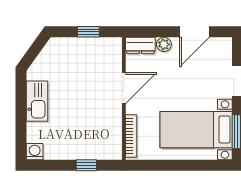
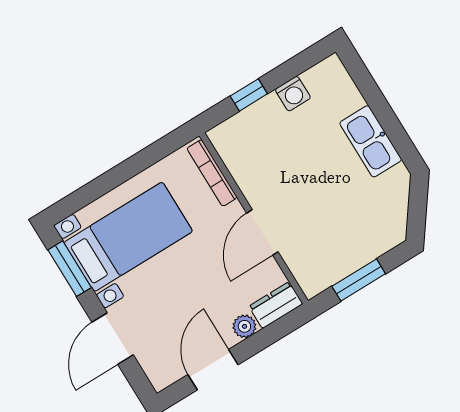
window: (88, 32) -> (359, 280), width x1.50
washing machine: (35, 152) -> (293, 94), moved

